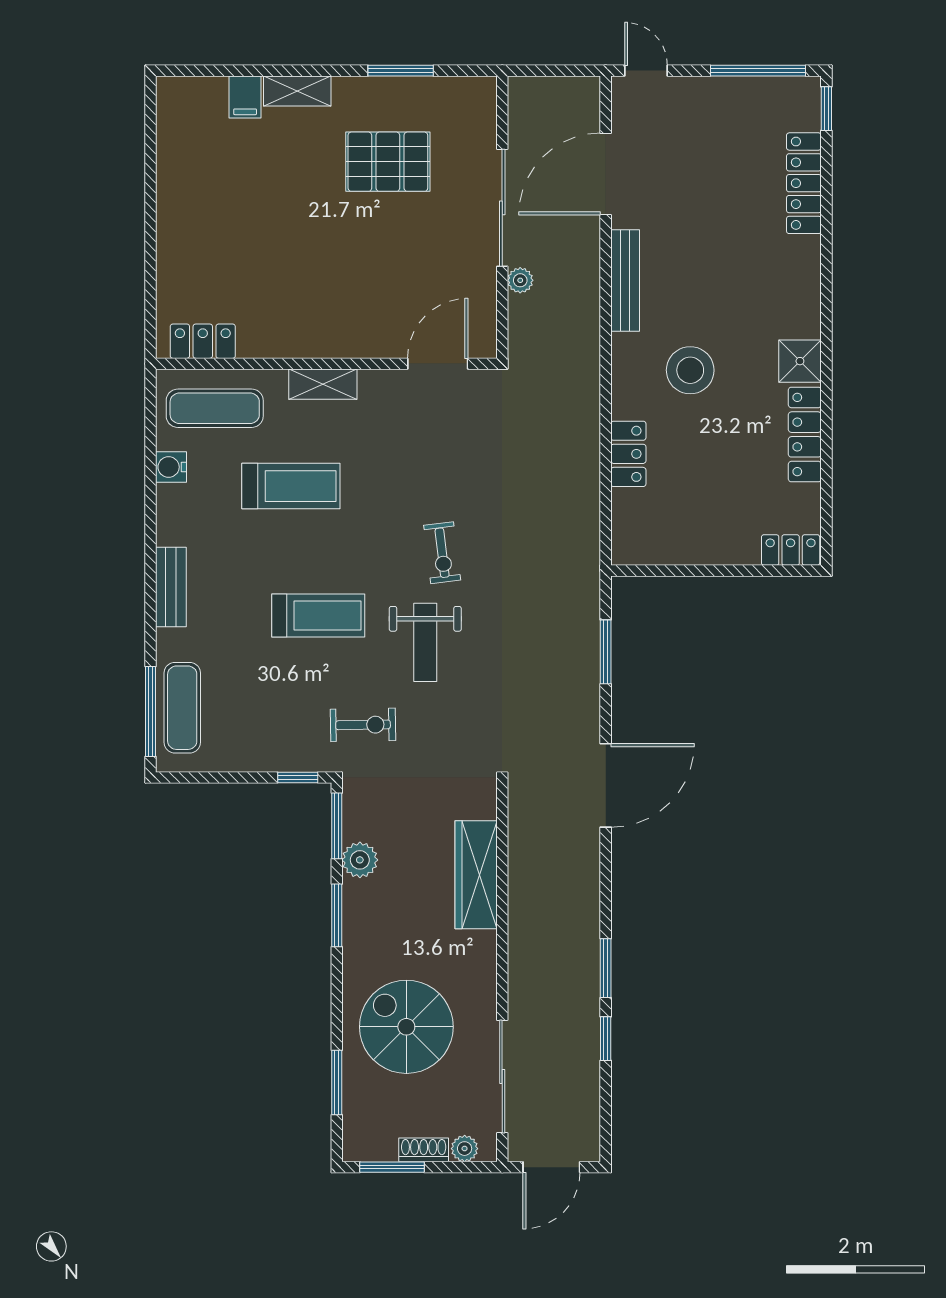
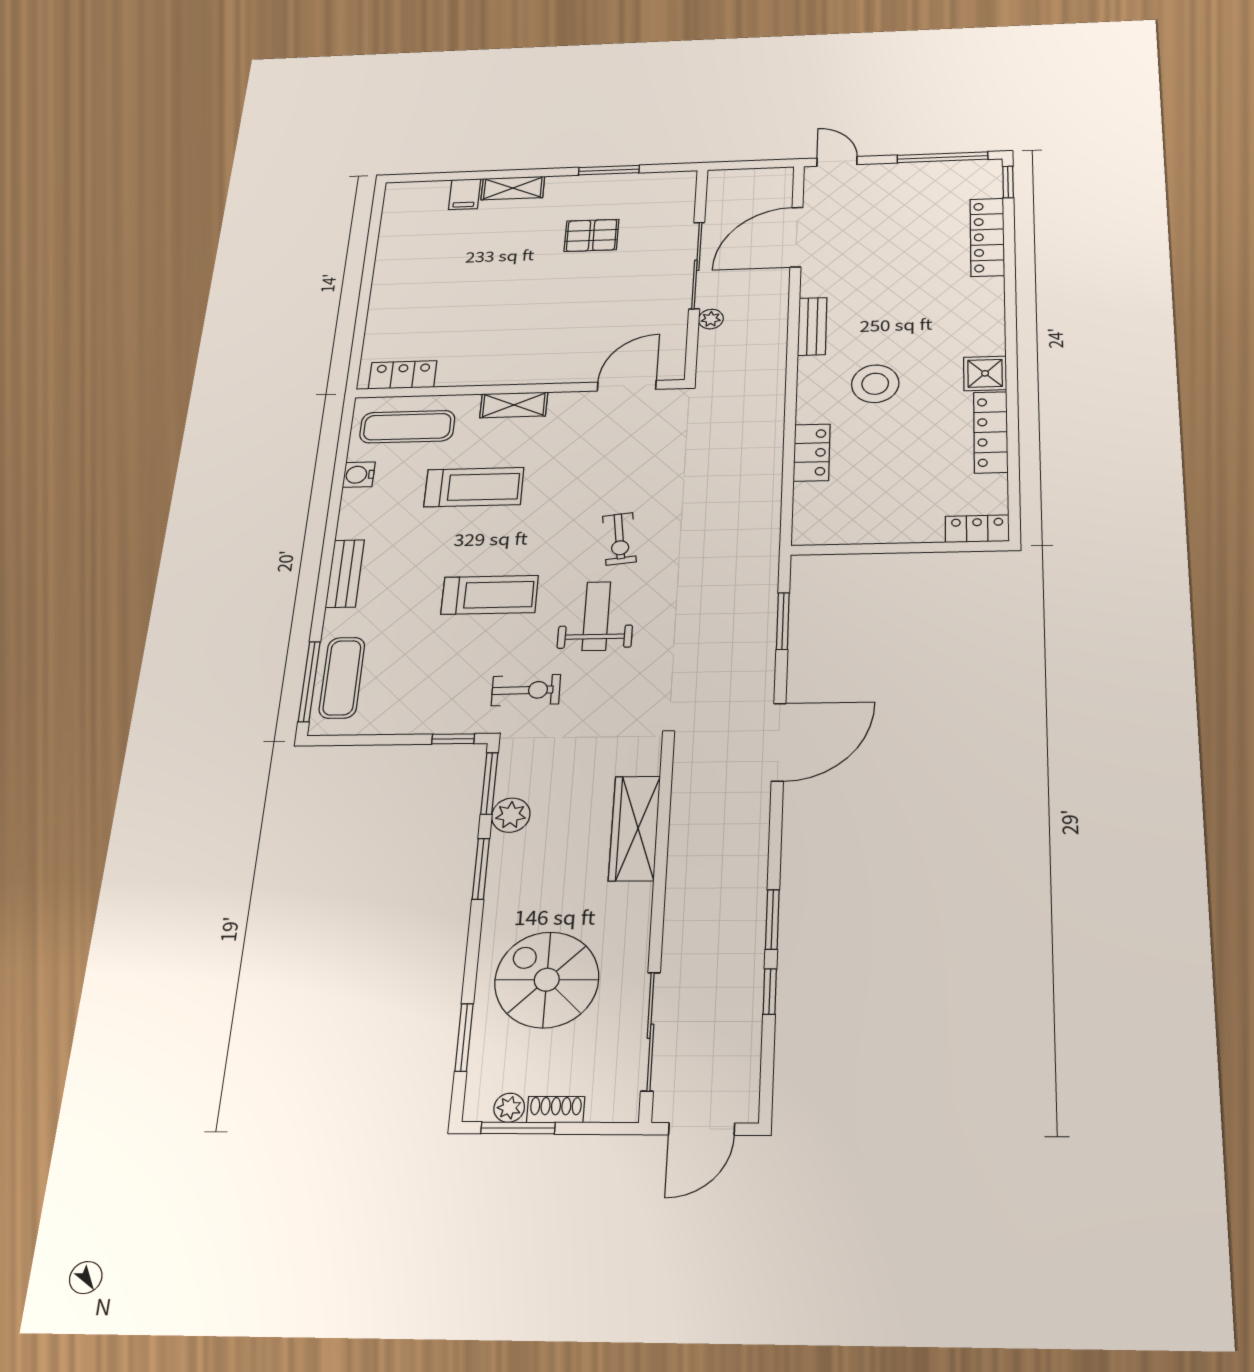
pallet: (388, 162) -> (592, 235), width x0.67, depth x0.71
bench: (625, 280) -> (812, 326), width x0.73
weight bench: (425, 642) -> (596, 616), turned 180
plant: (465, 1149) -> (509, 1108), moved

